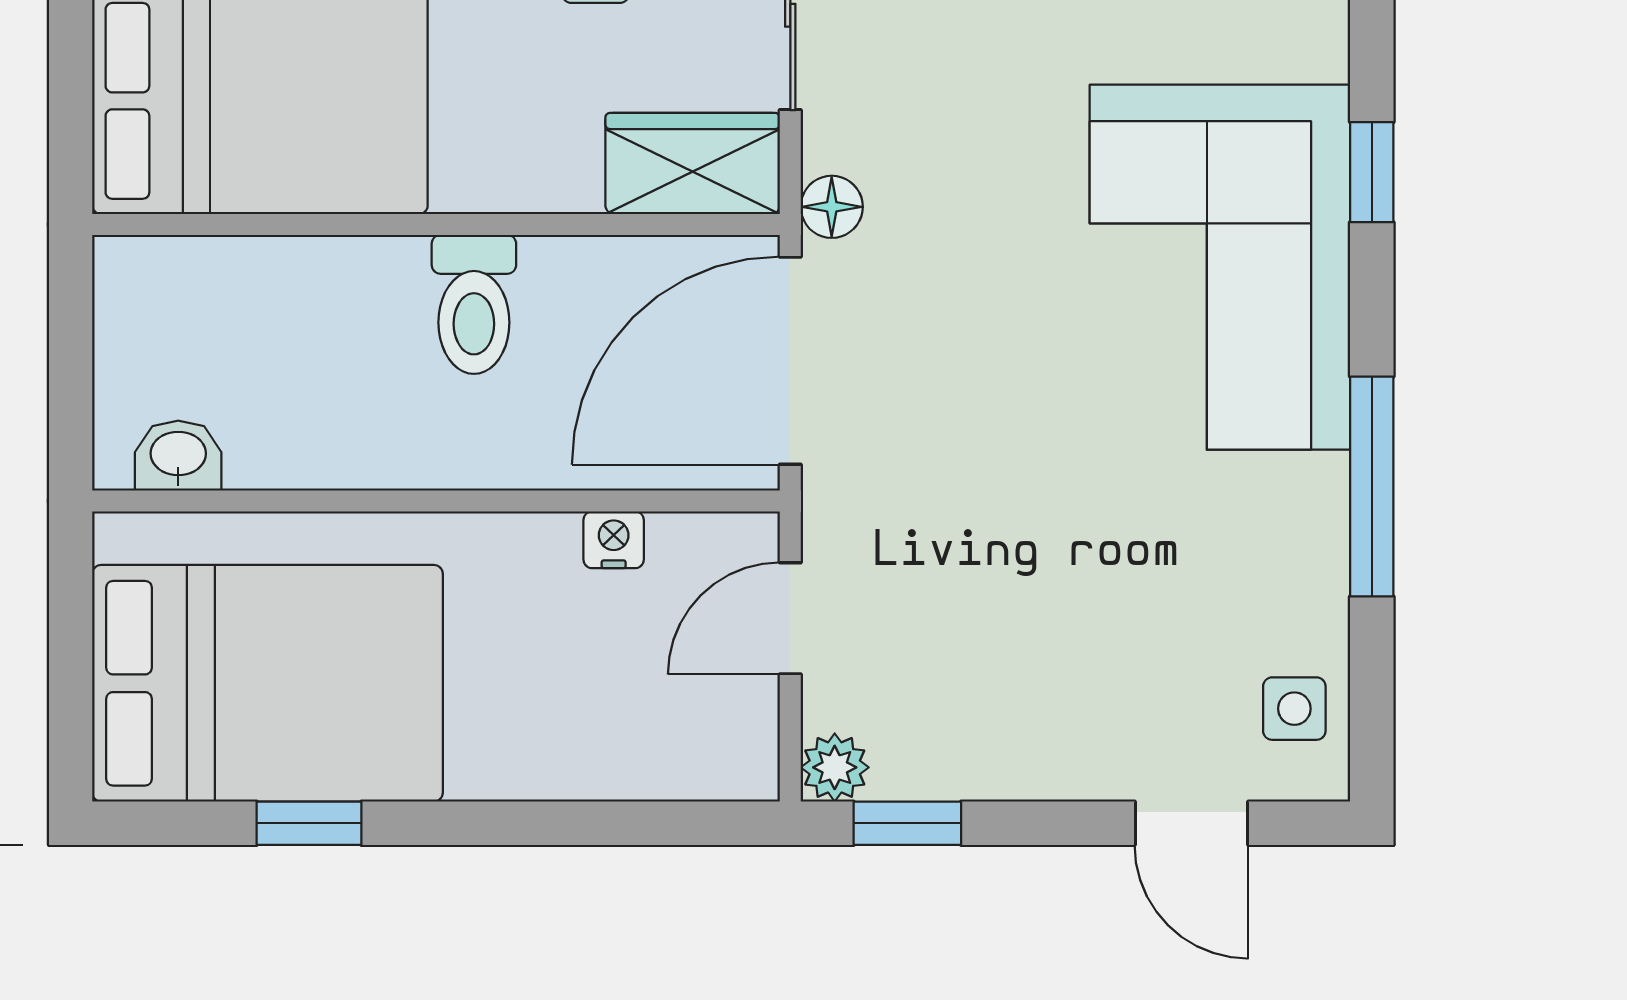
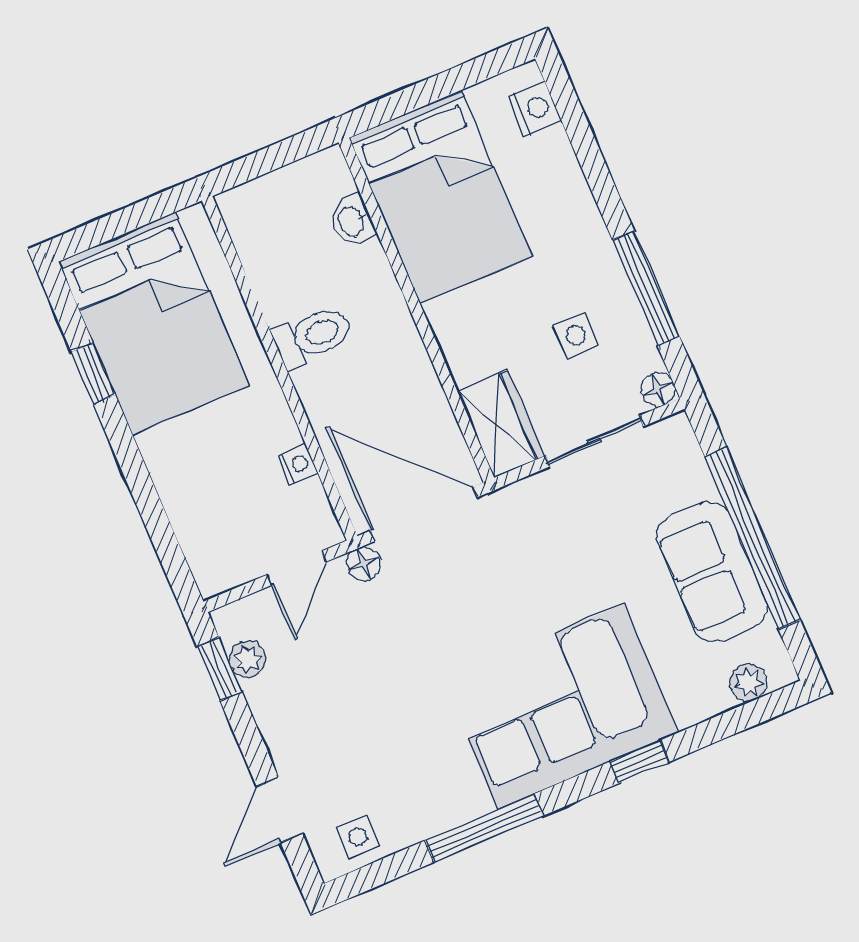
floor lamp: (832, 207) -> (364, 564), moved
toilet: (474, 304) -> (312, 336), moved, turned 180
washbasin: (178, 456) -> (352, 221), moved, turned 180
door: (790, 618) -> (296, 568), swing flipped
plant: (835, 767) -> (248, 659), moved

